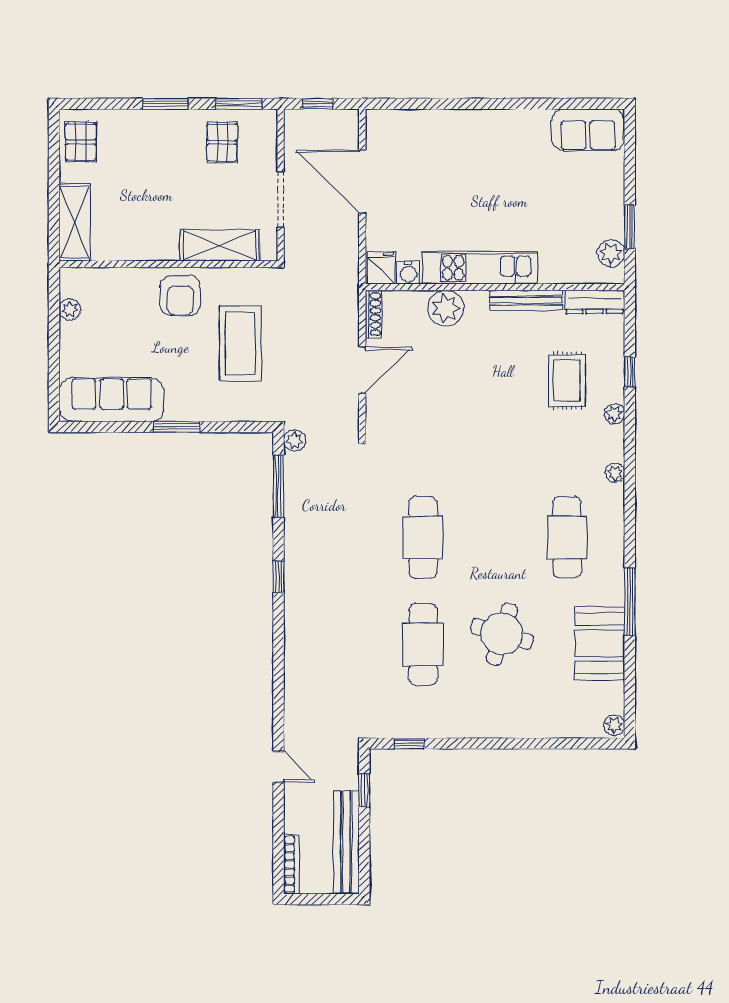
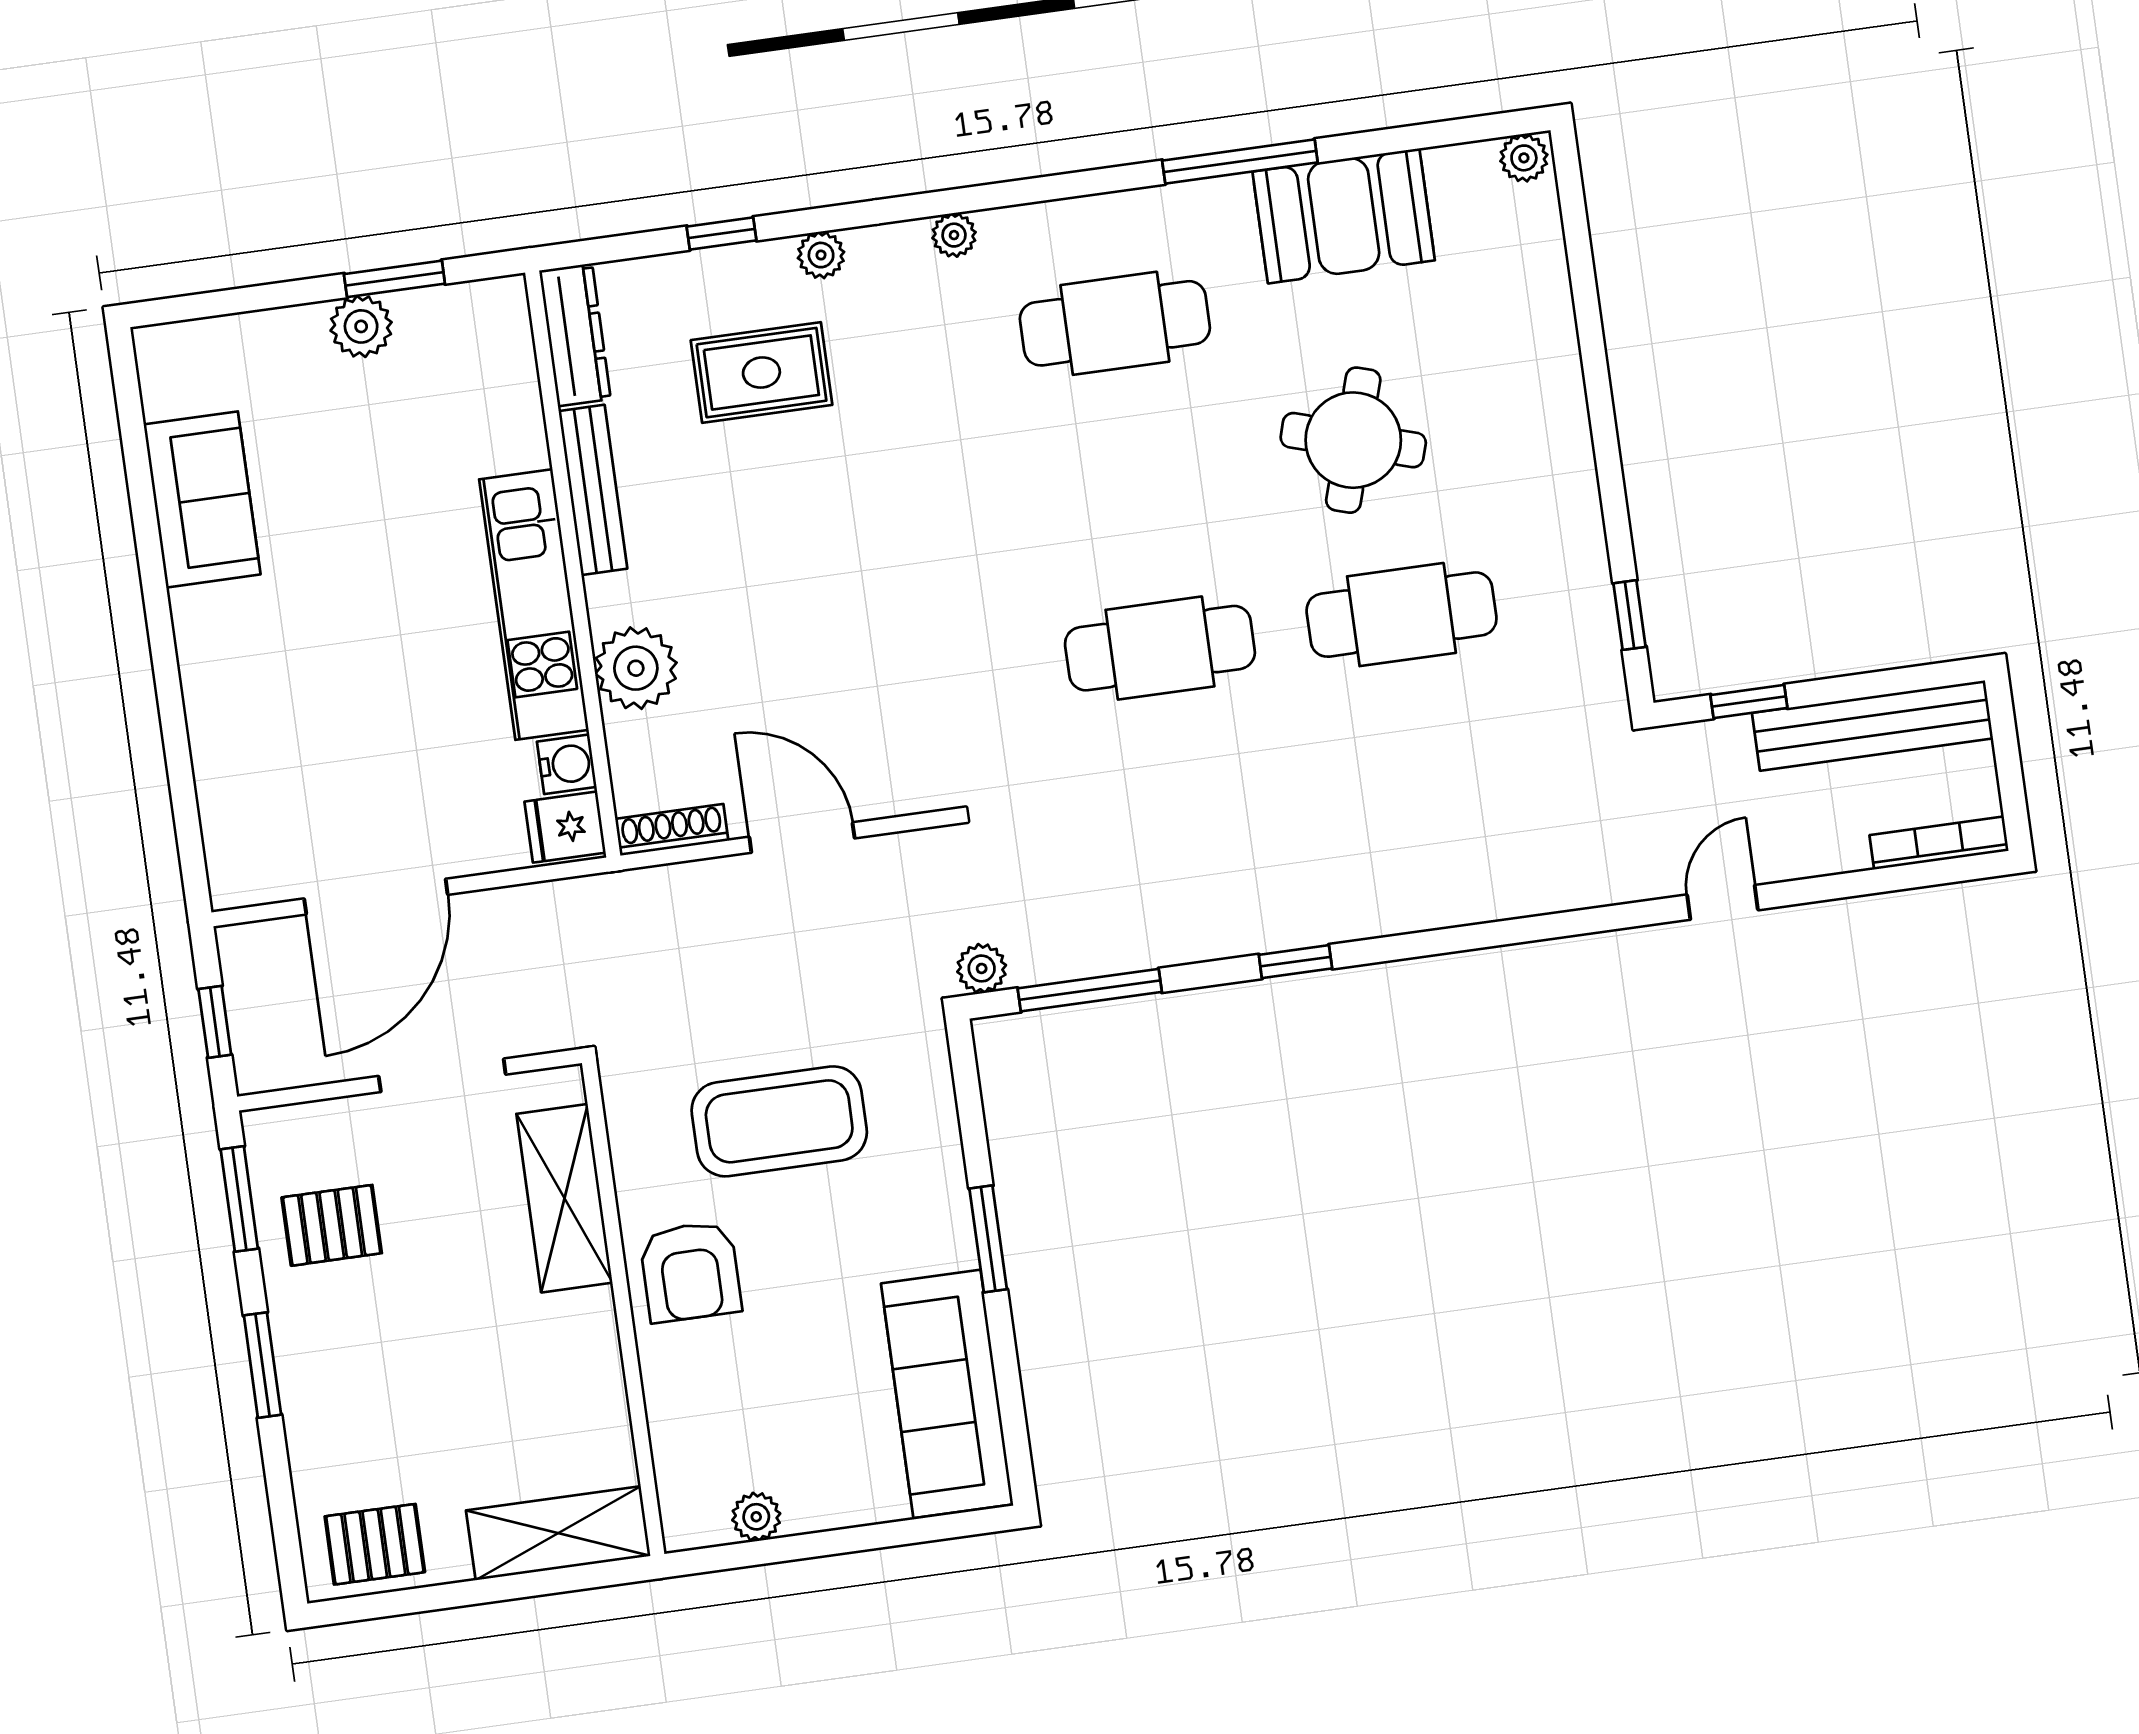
sofa: (588, 130) -> (202, 499), moved
plant: (611, 253) -> (361, 326), moved
armchair: (180, 296) -> (690, 1272), turned 90

